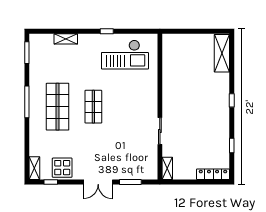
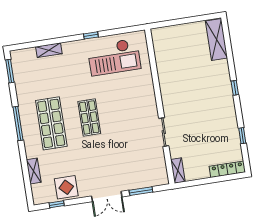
shelving: (34, 168) -> (34, 171), moved

